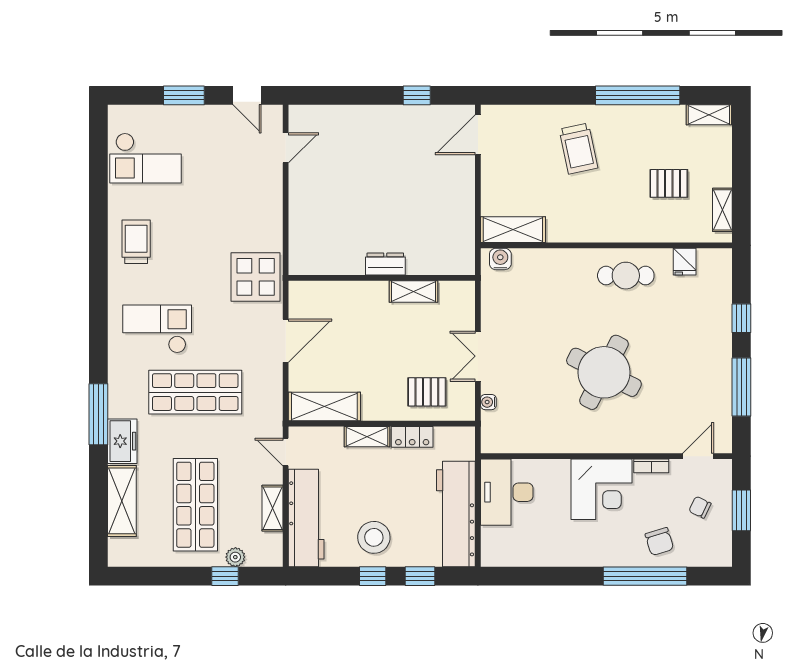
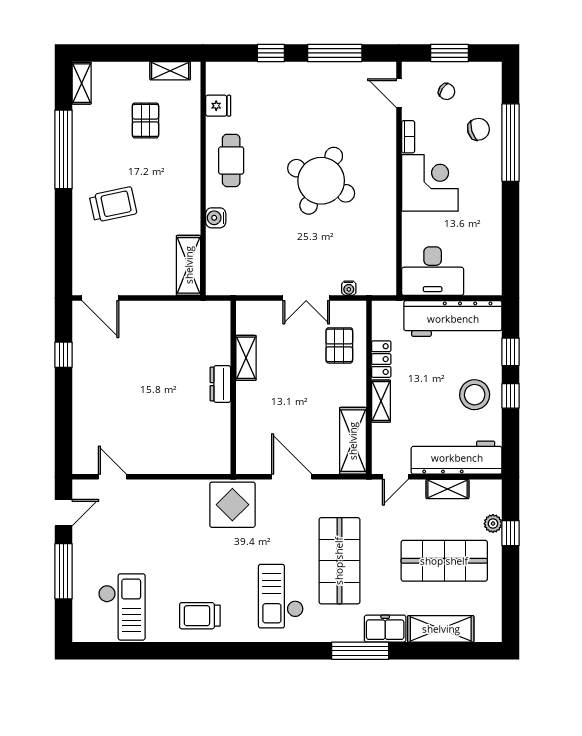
window: (184, 95) -> (64, 571), width x1.44
water cooler: (500, 259) -> (216, 218), moved
chair: (700, 507) -> (447, 92), turned -83

